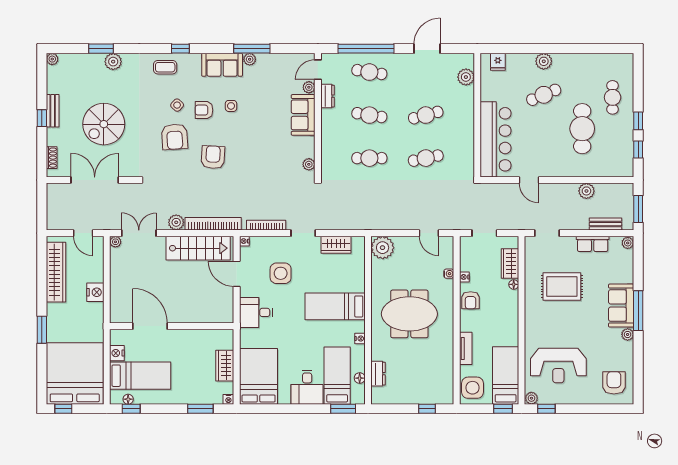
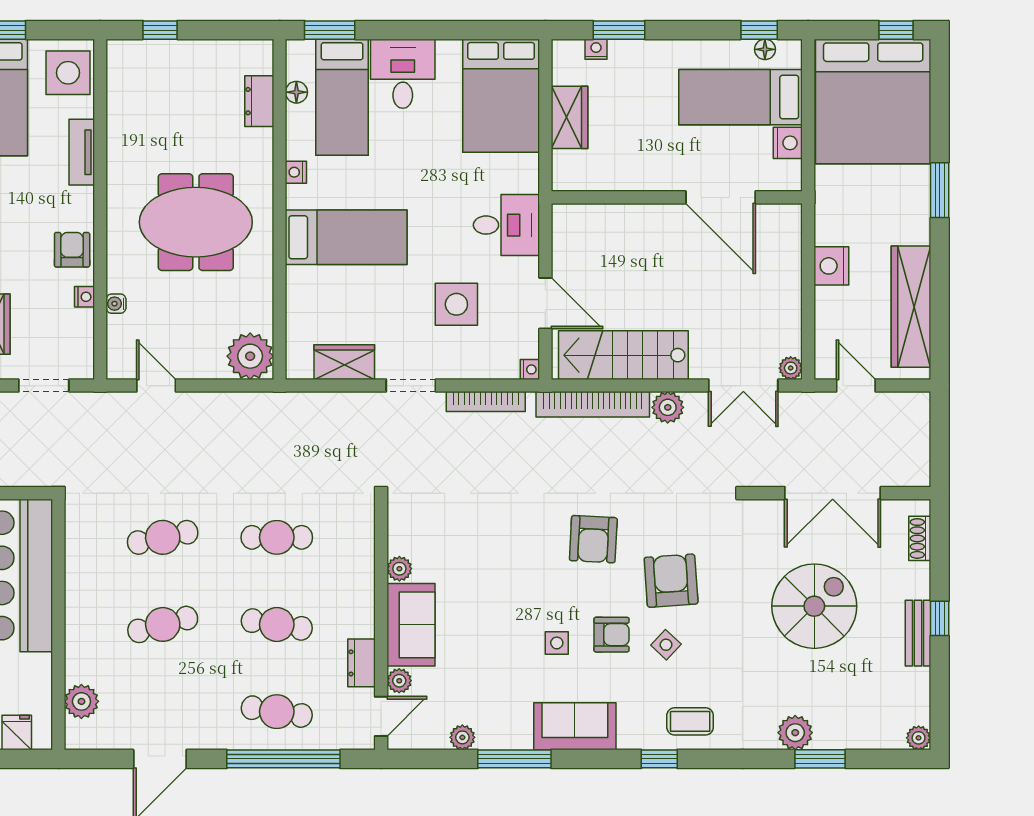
plant: (250, 59) -> (462, 737), moved
plant: (309, 164) -> (399, 569), moved
nightstand: (228, 399) -> (596, 49), moved

